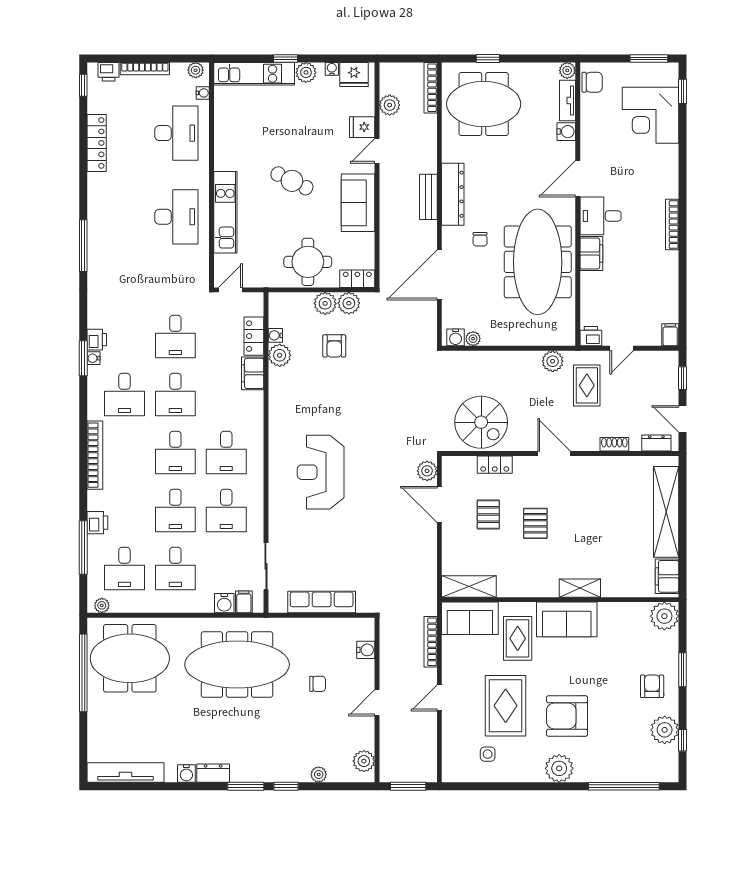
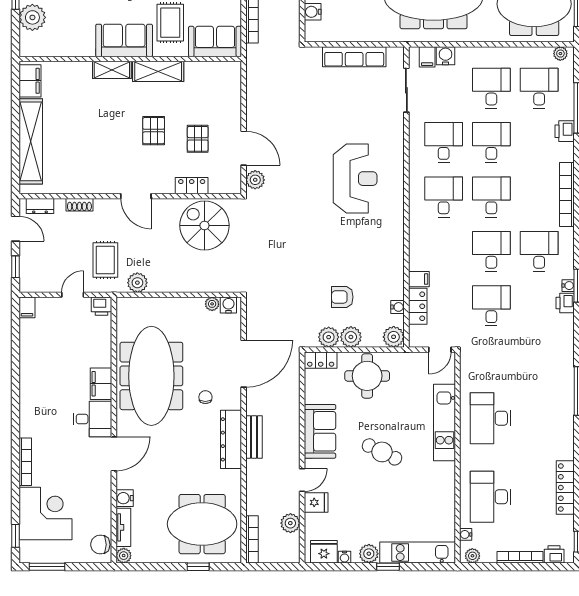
bookcase: (672, 225) -> (25, 462), moved
armchair: (334, 346) -> (342, 297), turned -90
plant: (280, 355) -> (394, 337), moved
filing cabinet: (253, 373) -> (419, 279), width x0.50
shelving: (469, 586) -> (158, 71), moved
plant: (664, 616) -> (32, 17), moved

